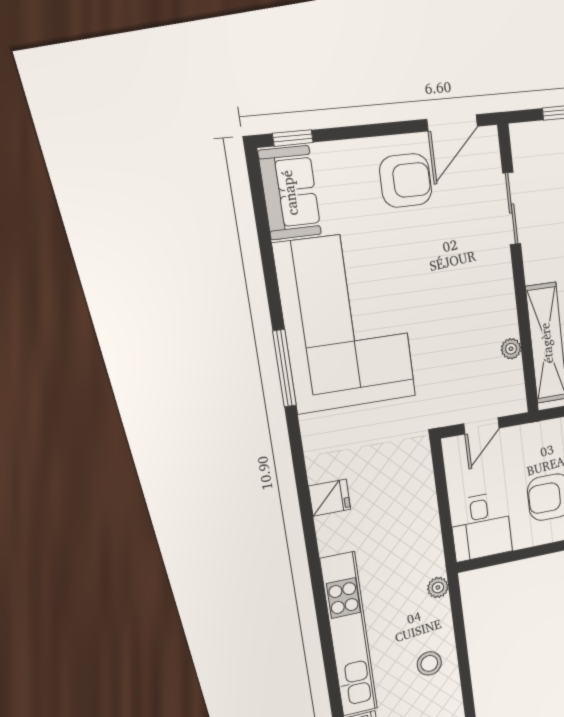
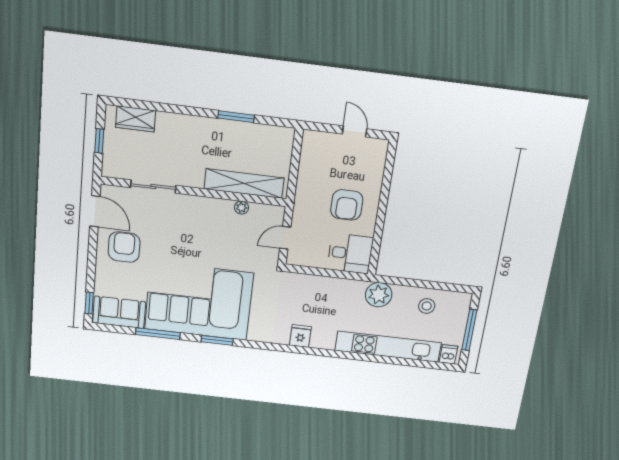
window: (269, 267) -> (158, 334), added
window: (284, 368) -> (217, 340), width x0.69
door: (481, 426) -> (285, 238), swing flipped
plant: (438, 587) -> (379, 295), width x1.87, depth x1.87

